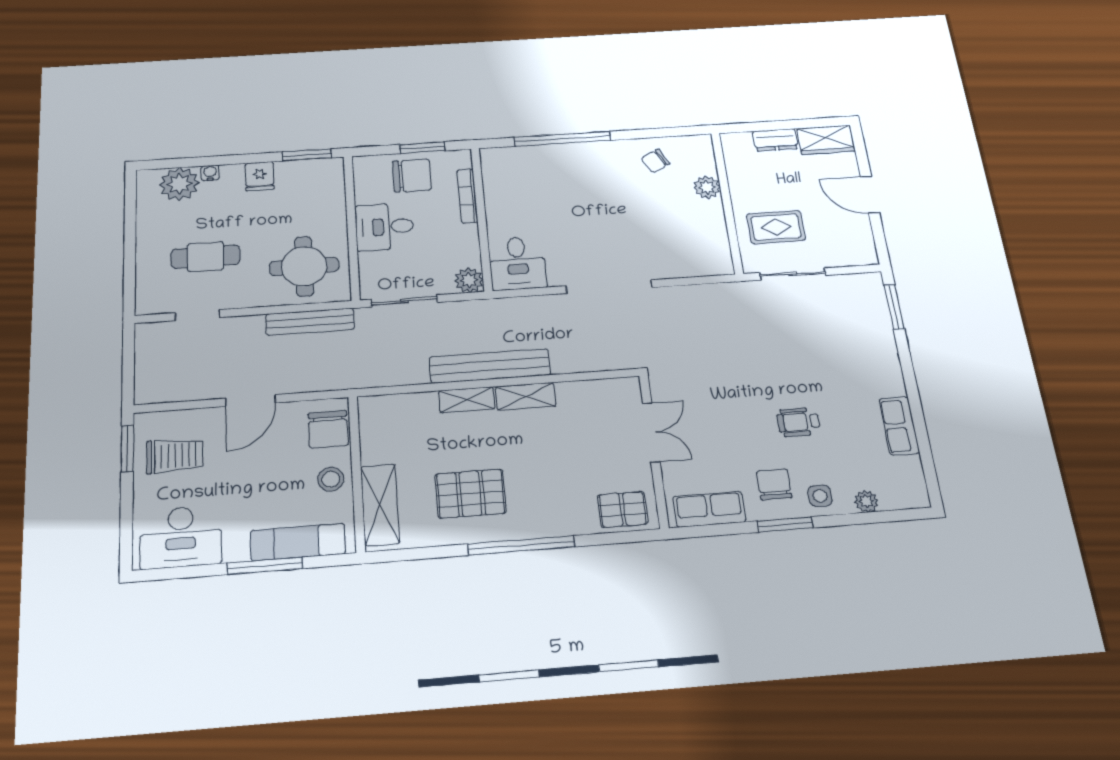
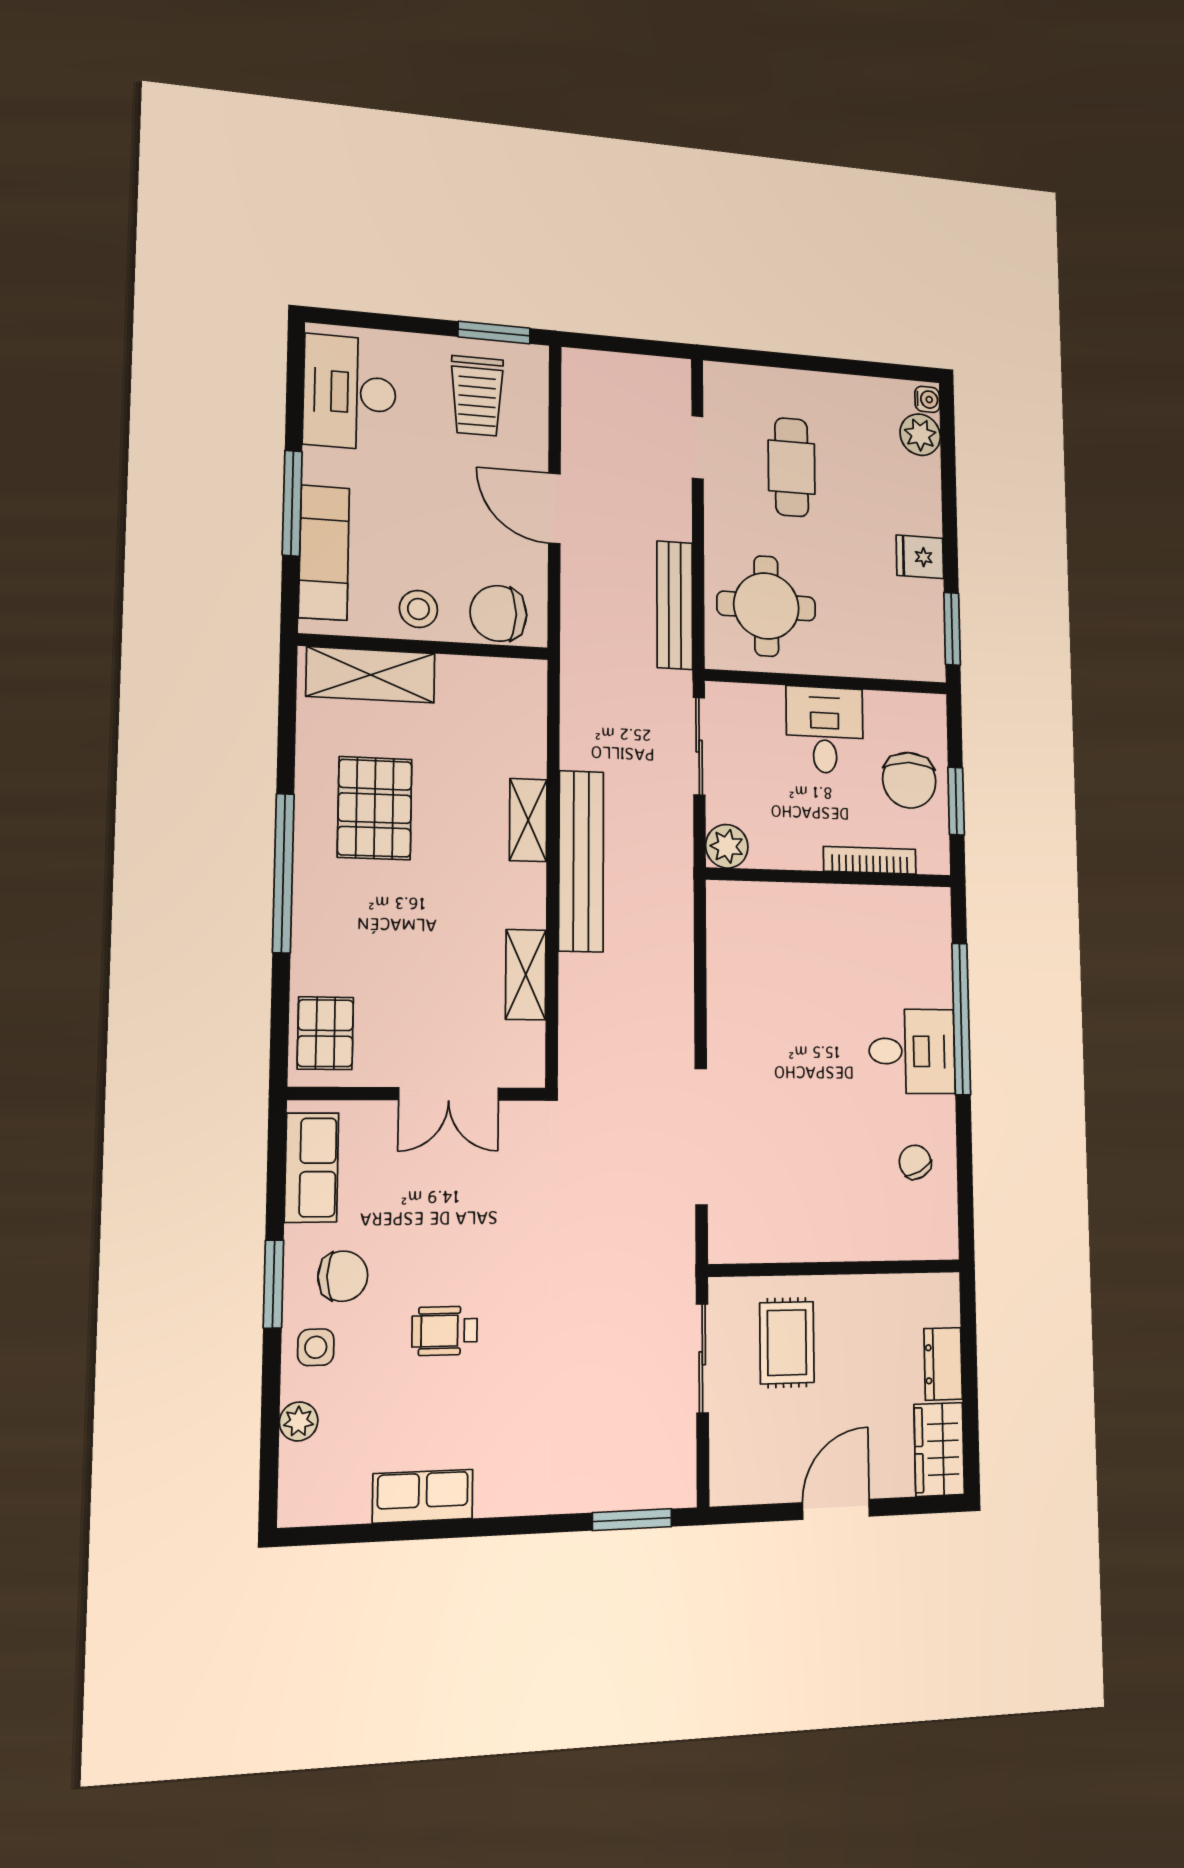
water cooler: (210, 173) -> (927, 399), moved
plant: (179, 184) -> (920, 435), width x0.73, depth x0.73
plant: (707, 187) -> (864, 1239), removed
desk: (517, 263) -> (912, 1051), moved, turned 180
doorway: (609, 287) -> (701, 1136), moved
shelving: (526, 396) -> (526, 975), moved
wheelchair: (799, 422) -> (445, 1331), turned -90

